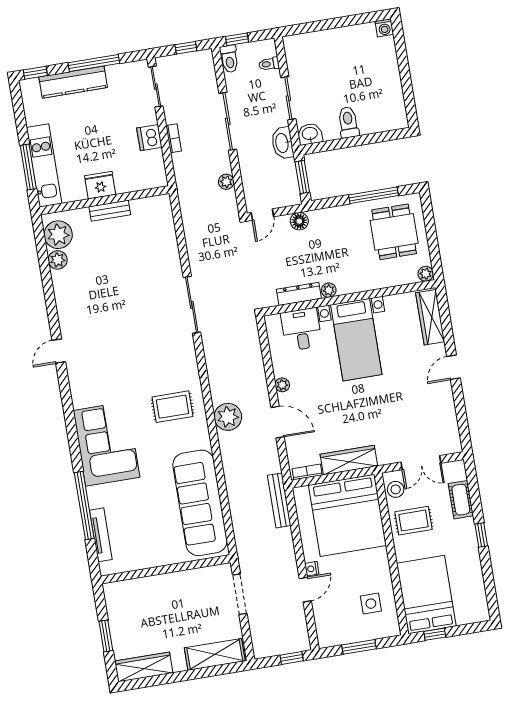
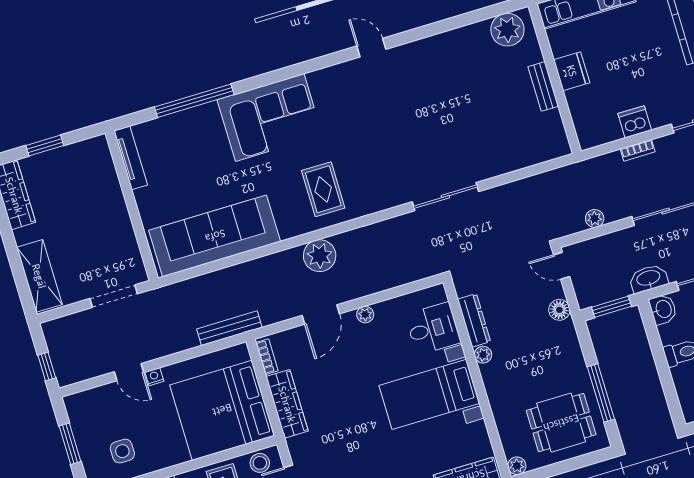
plant: (58, 260) -> (478, 33), removed
tv unit: (101, 535) -> (131, 158), moved, turned -90

